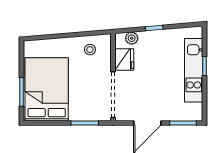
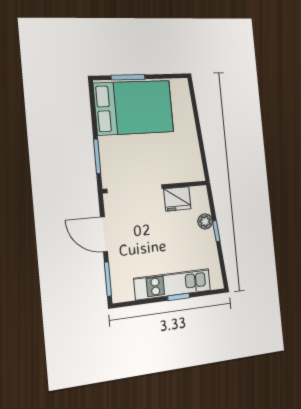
plant: (132, 38) -> (205, 221), moved
stool: (90, 50) -> (185, 157), removed

